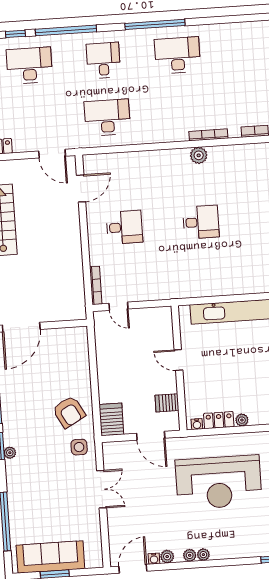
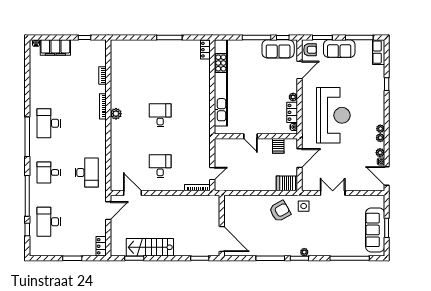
desk: (107, 117) -> (87, 172), turned 180
door: (178, 360) -> (250, 136), hinge flipped

